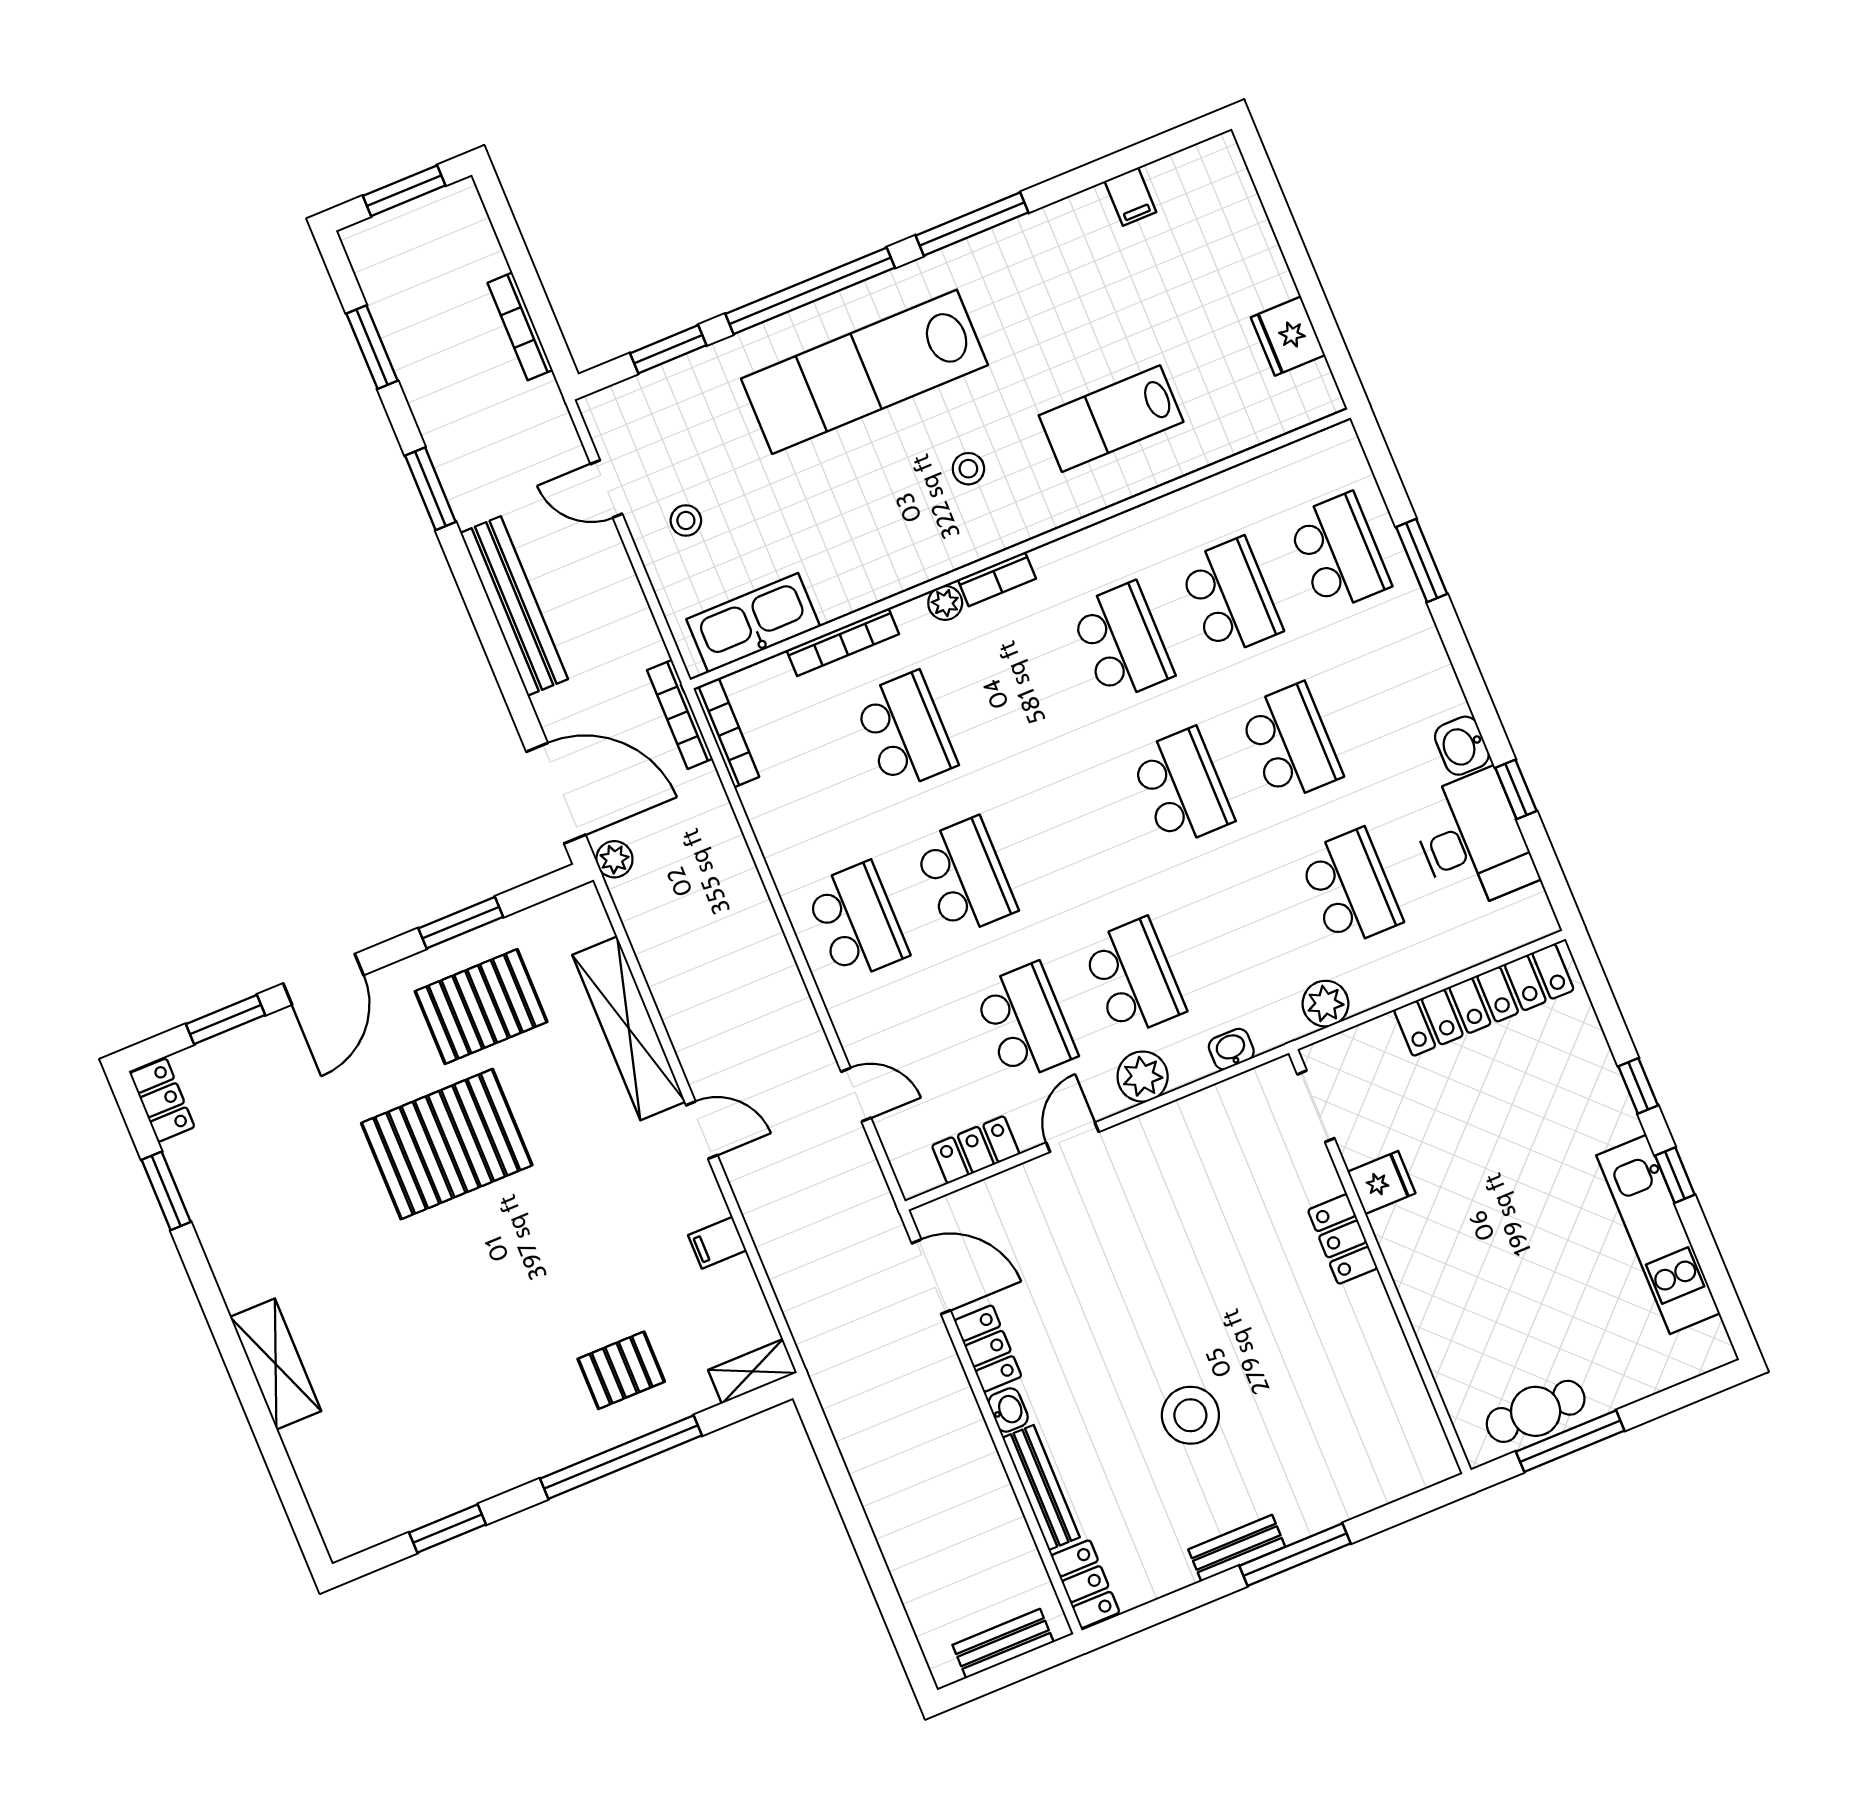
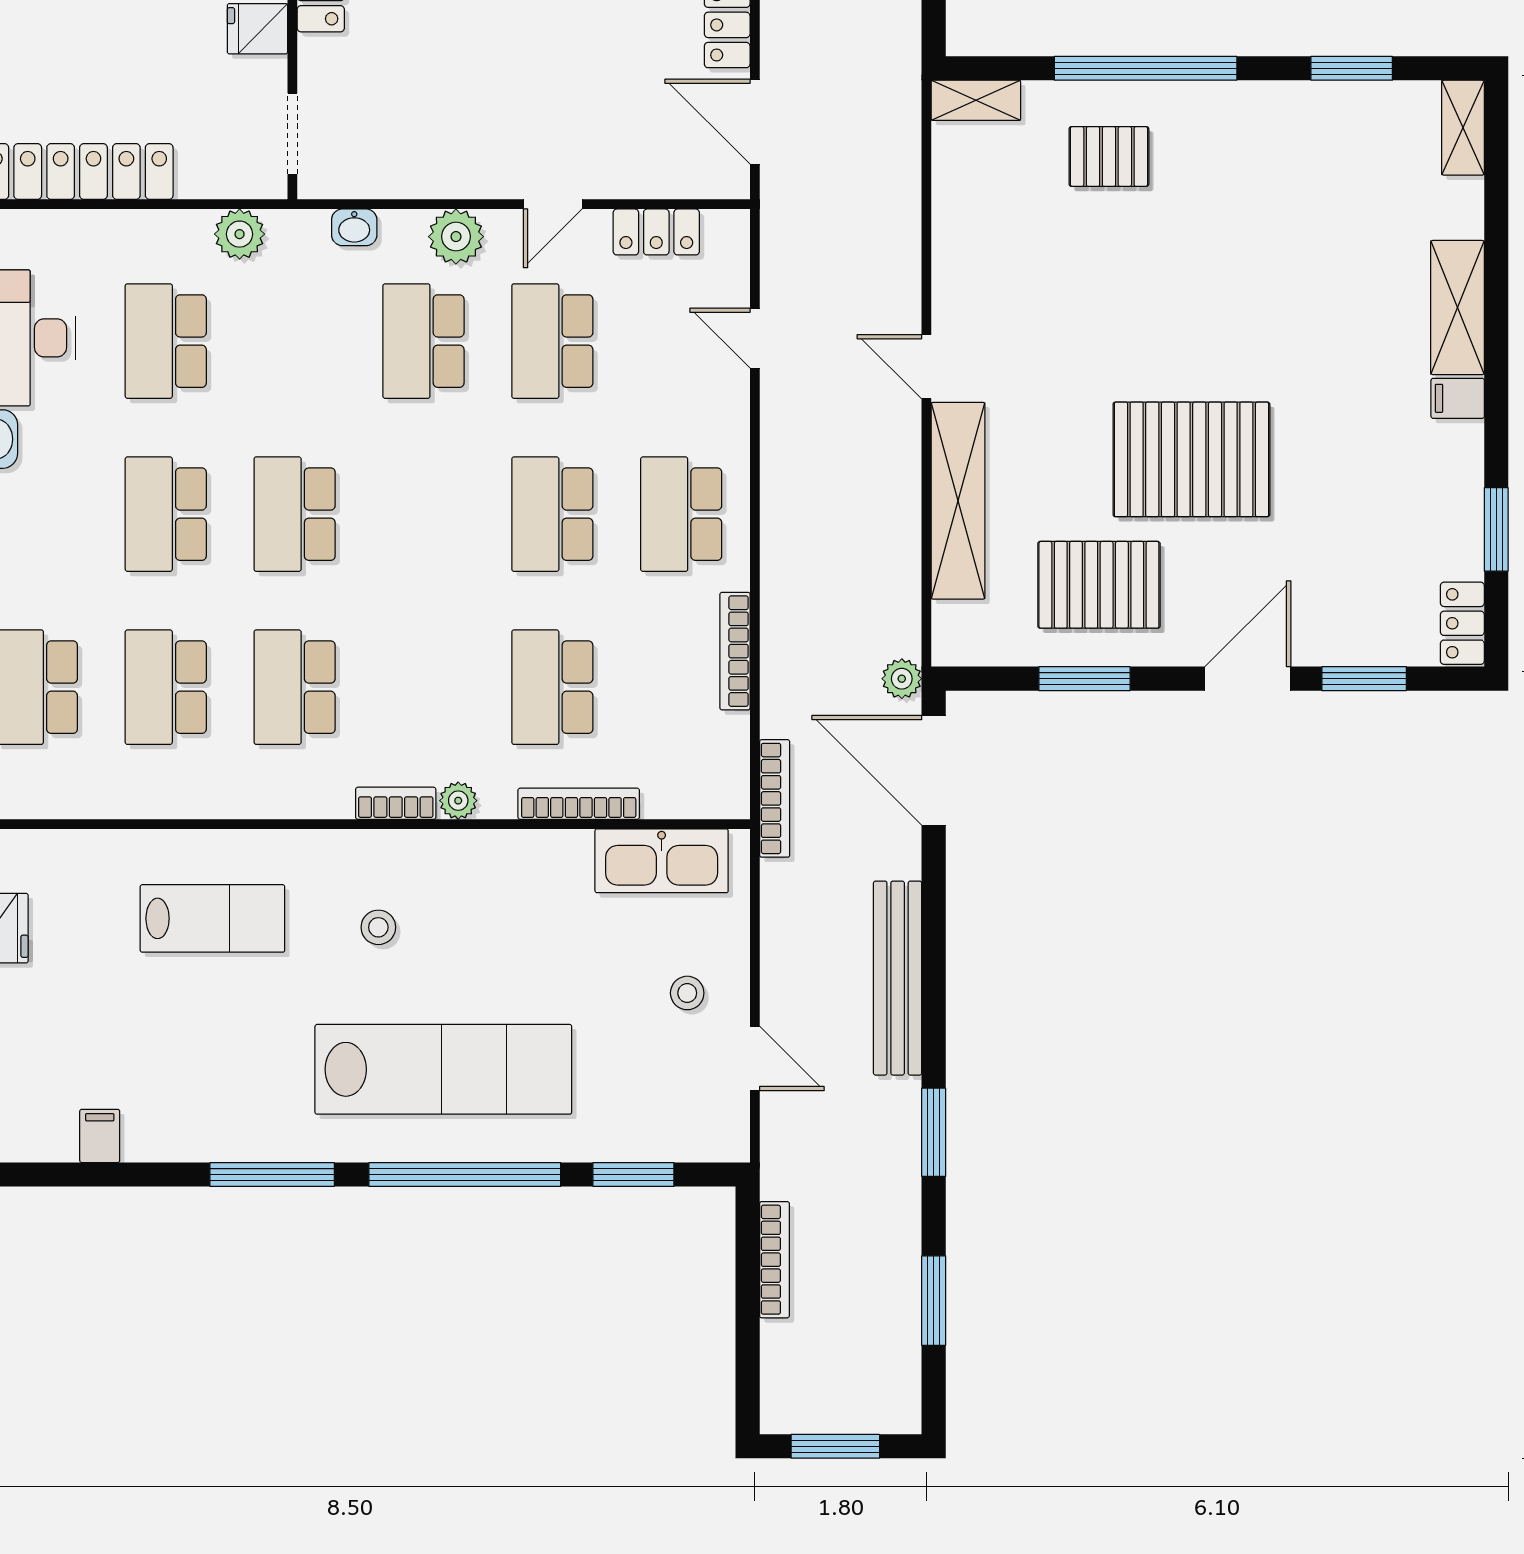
bookcase: (726, 733) -> (735, 651), moved
filing cabinet: (717, 1243) -> (1458, 398), moved, turned 180
shelving: (333, 1517) -> (1463, 128), added

